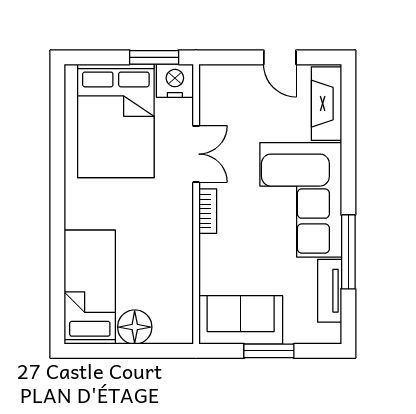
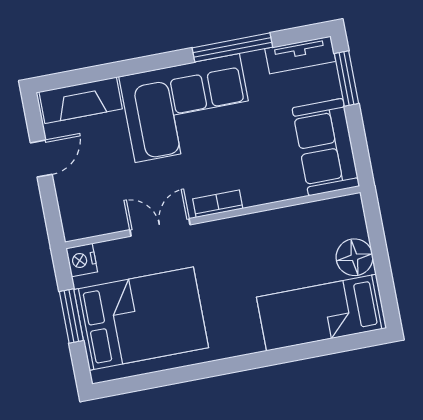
window: (154, 57) -> (71, 316), moved
nightstand: (175, 81) -> (82, 260), width x0.74, depth x0.75
tv unit: (330, 291) -> (300, 55), moved
window: (269, 351) -> (346, 78), moved

